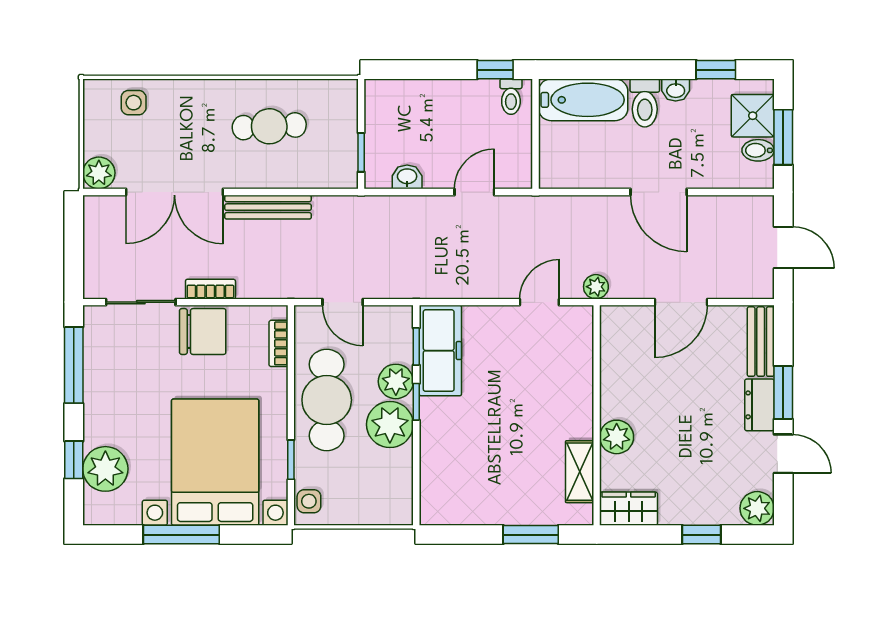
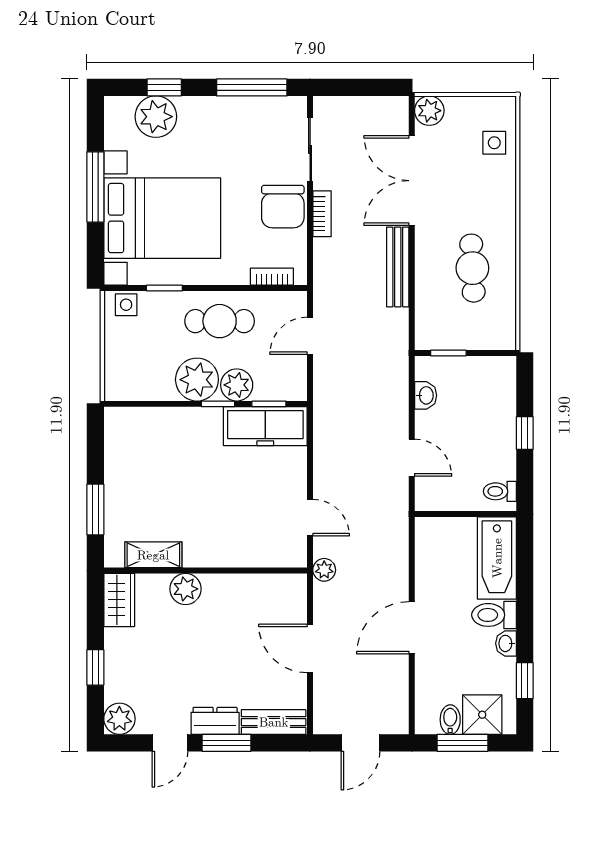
window: (495, 70) -> (525, 433), moved
cafe table: (327, 400) -> (220, 321), width x0.73, depth x0.74

